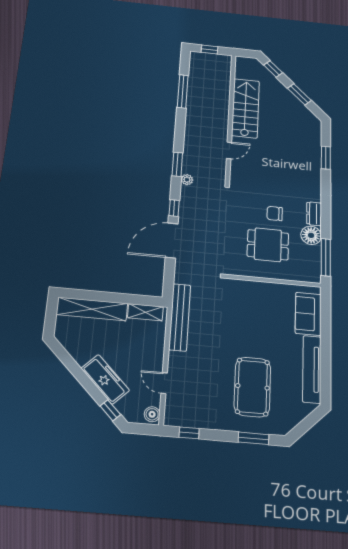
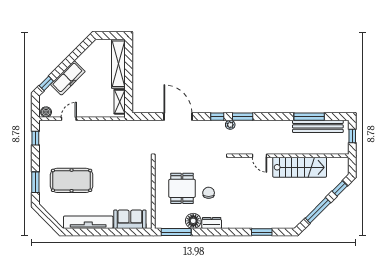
window: (299, 94) -> (318, 210), width x1.44
window: (174, 208) -> (217, 117), moved
bench: (180, 317) -> (318, 126), moved

